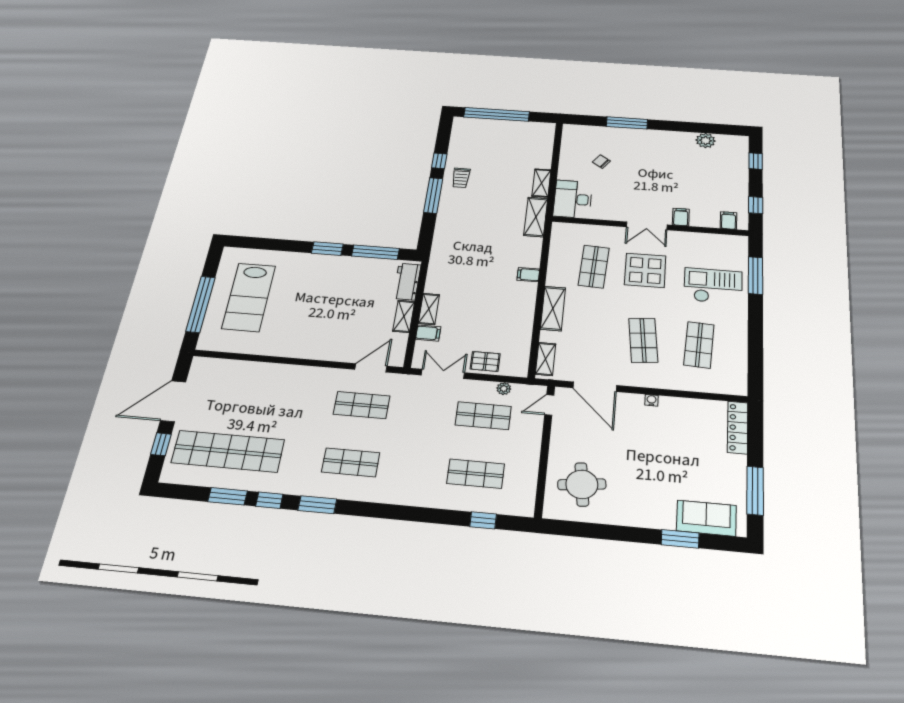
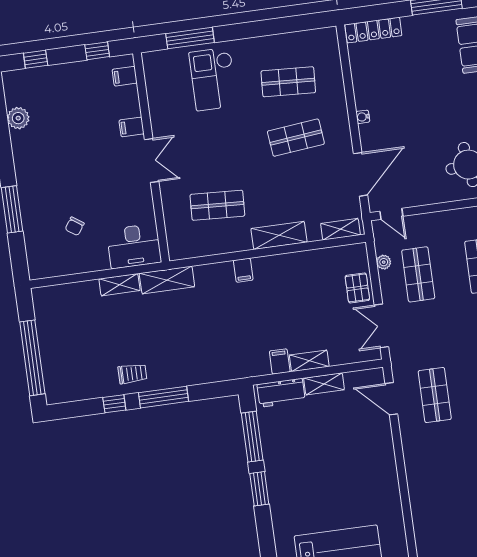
display table: (645, 270) -> (210, 152), removed
filing cabinet: (428, 333) -> (280, 361), moved

